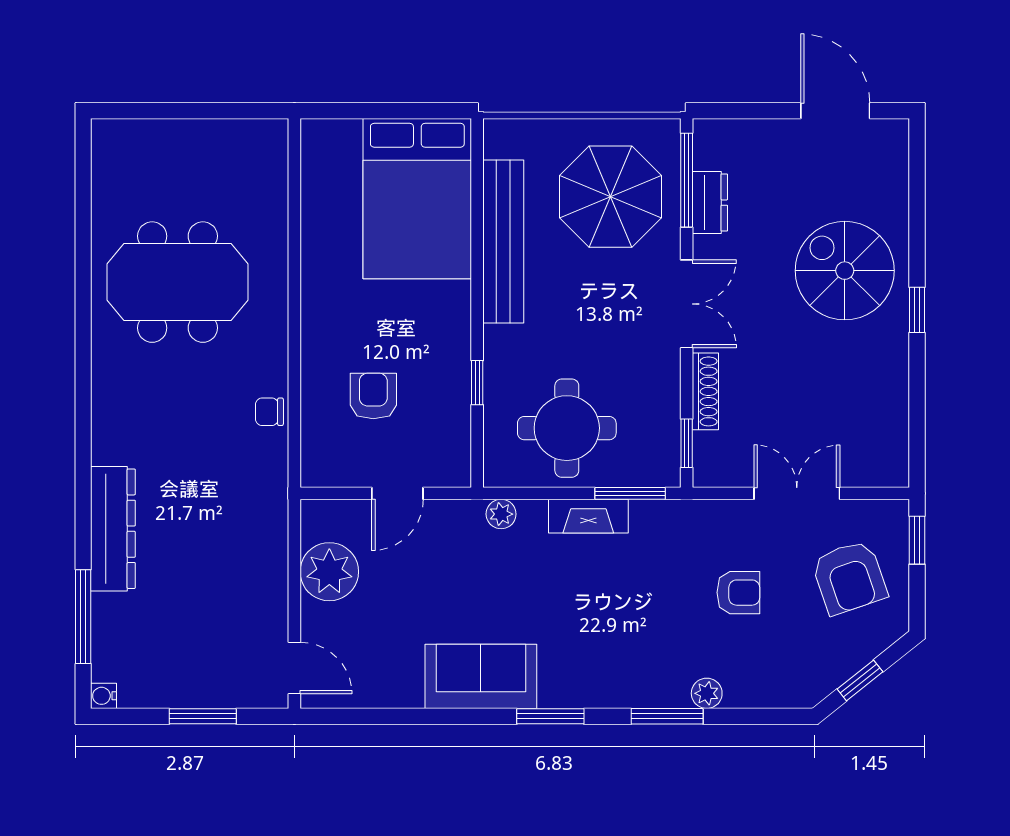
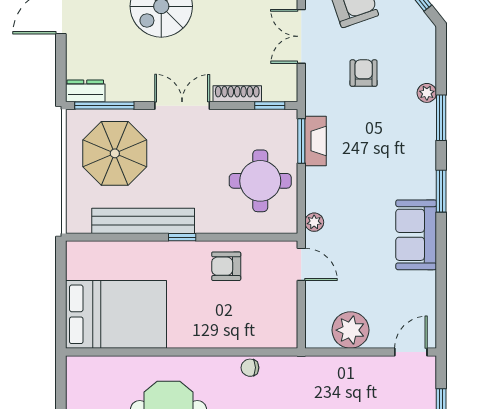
bed: (417, 199) -> (116, 314), moved
dresser: (710, 203) -> (85, 91), moved
window: (477, 383) -> (182, 237), moved
armchair: (373, 396) -> (226, 266), moved
chair: (269, 412) -> (250, 368), turned 90
door: (397, 493) -> (301, 264), moved
fireplace: (588, 516) -> (316, 141), moved

